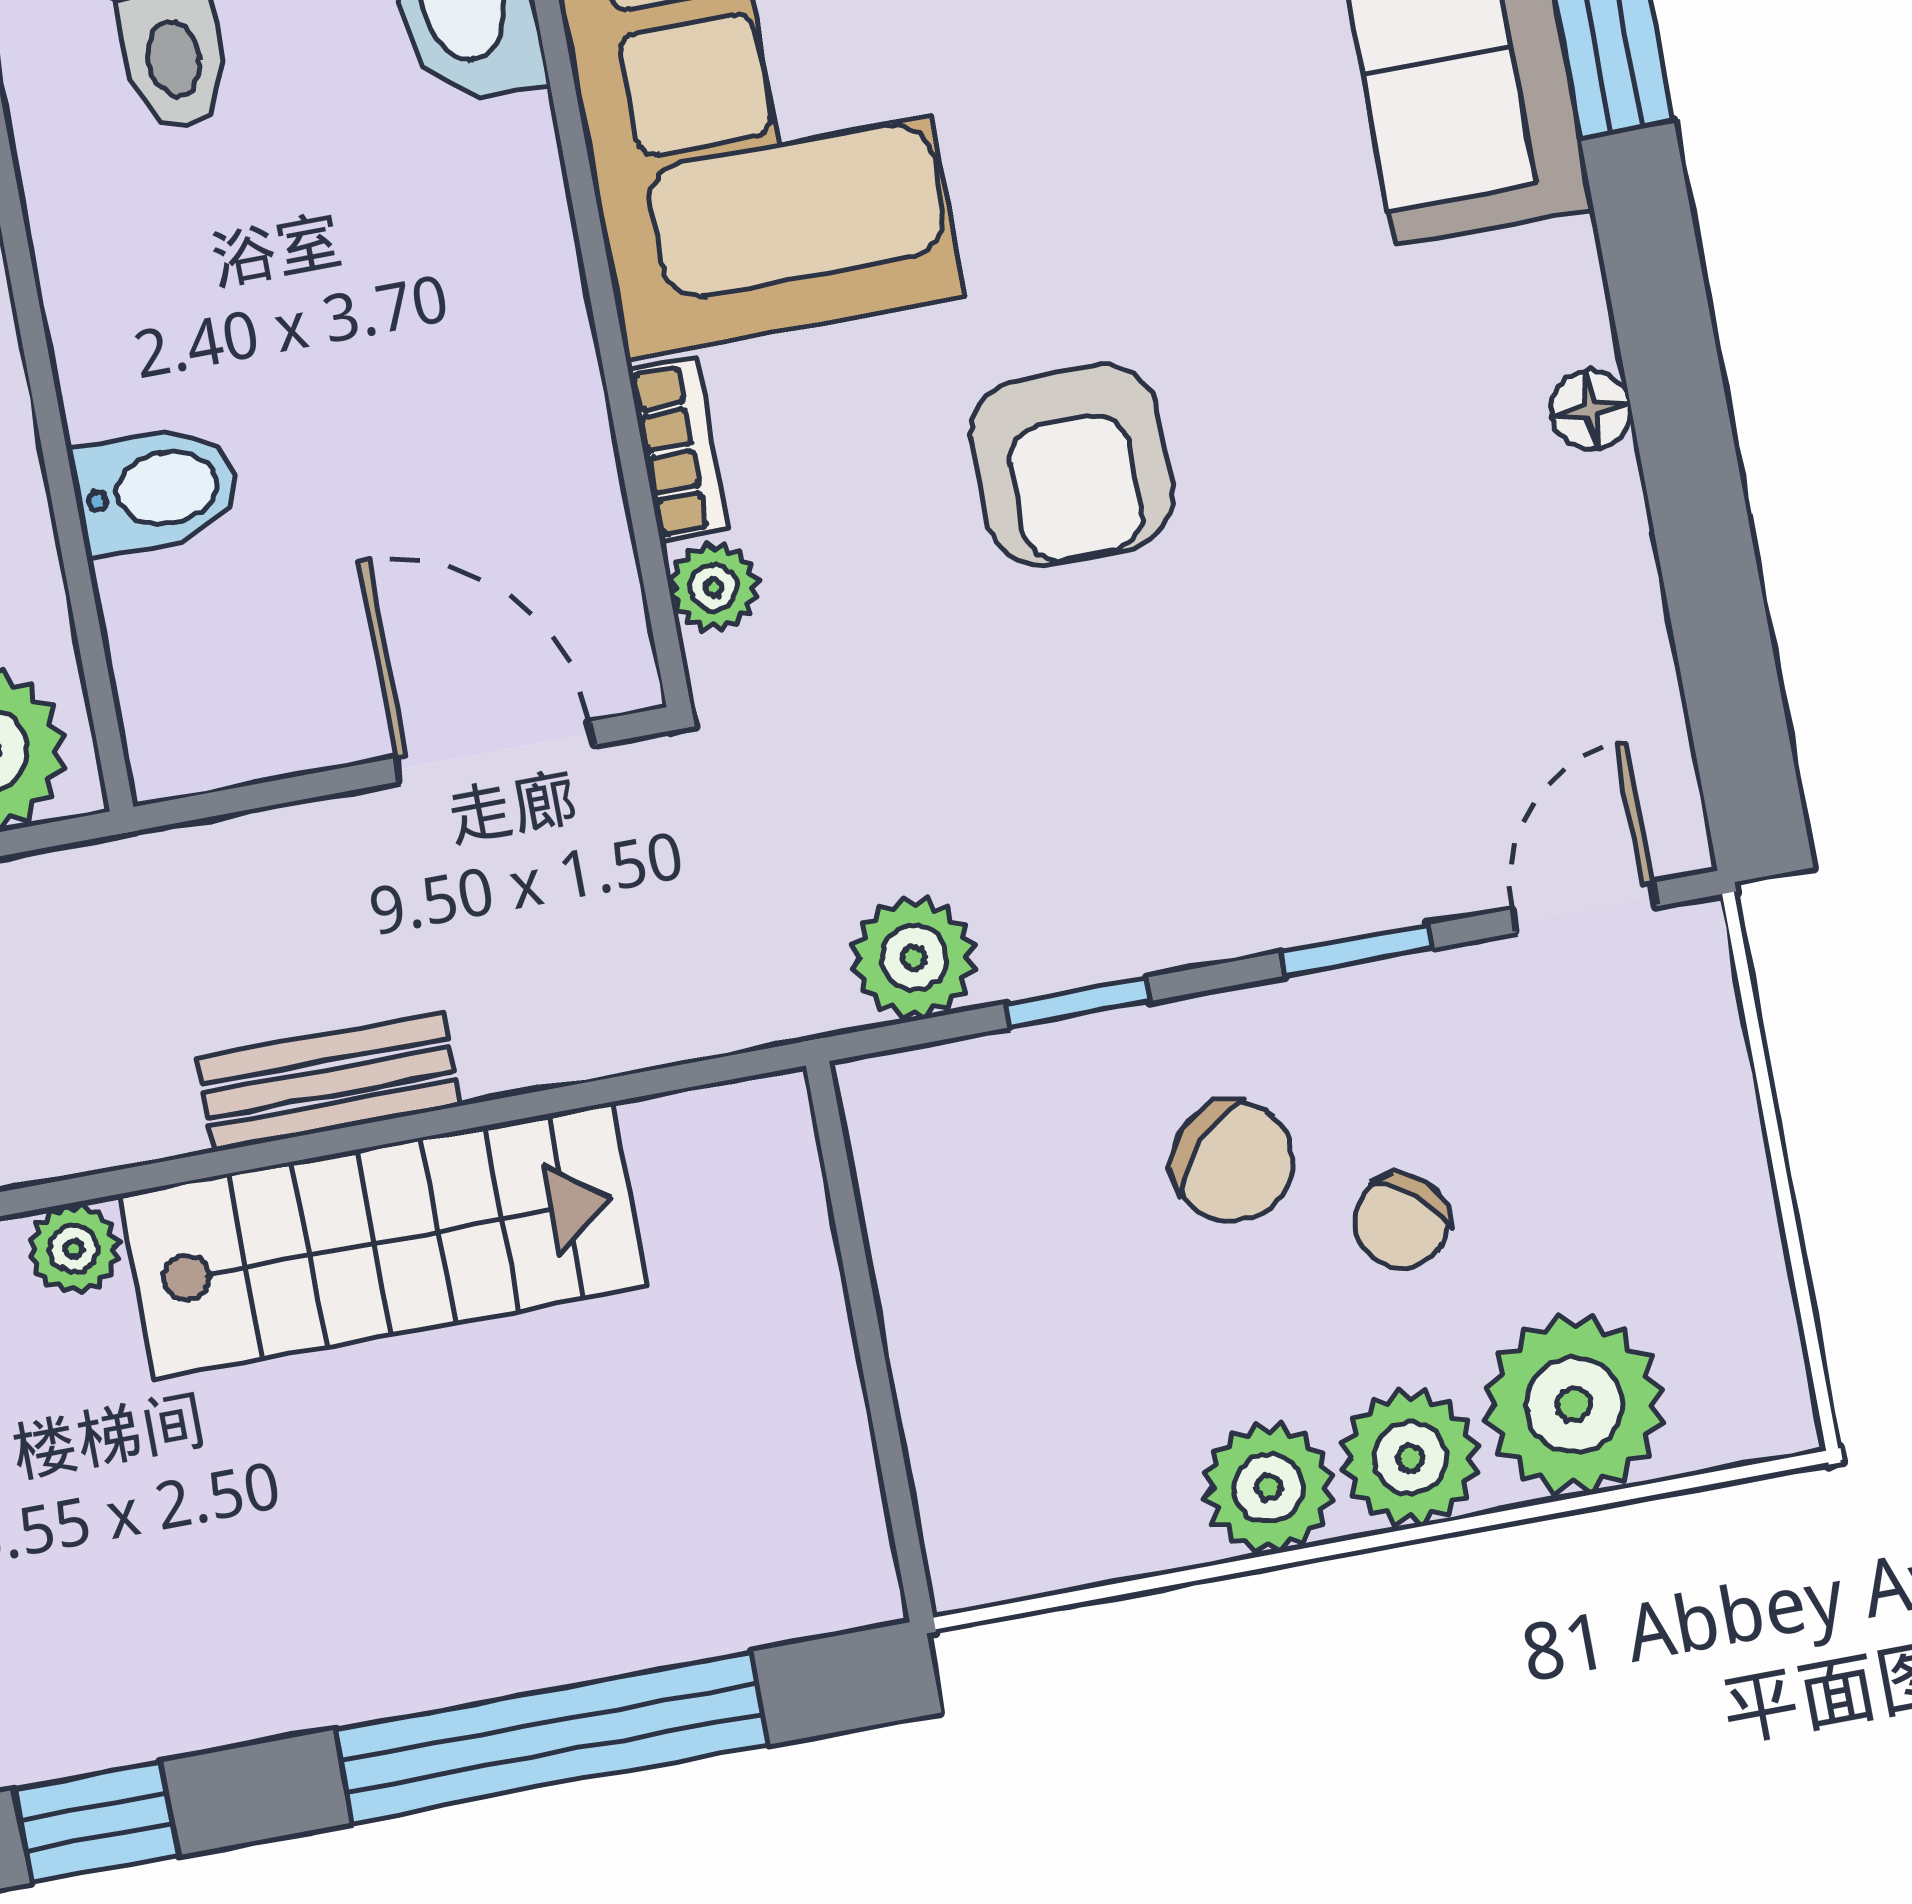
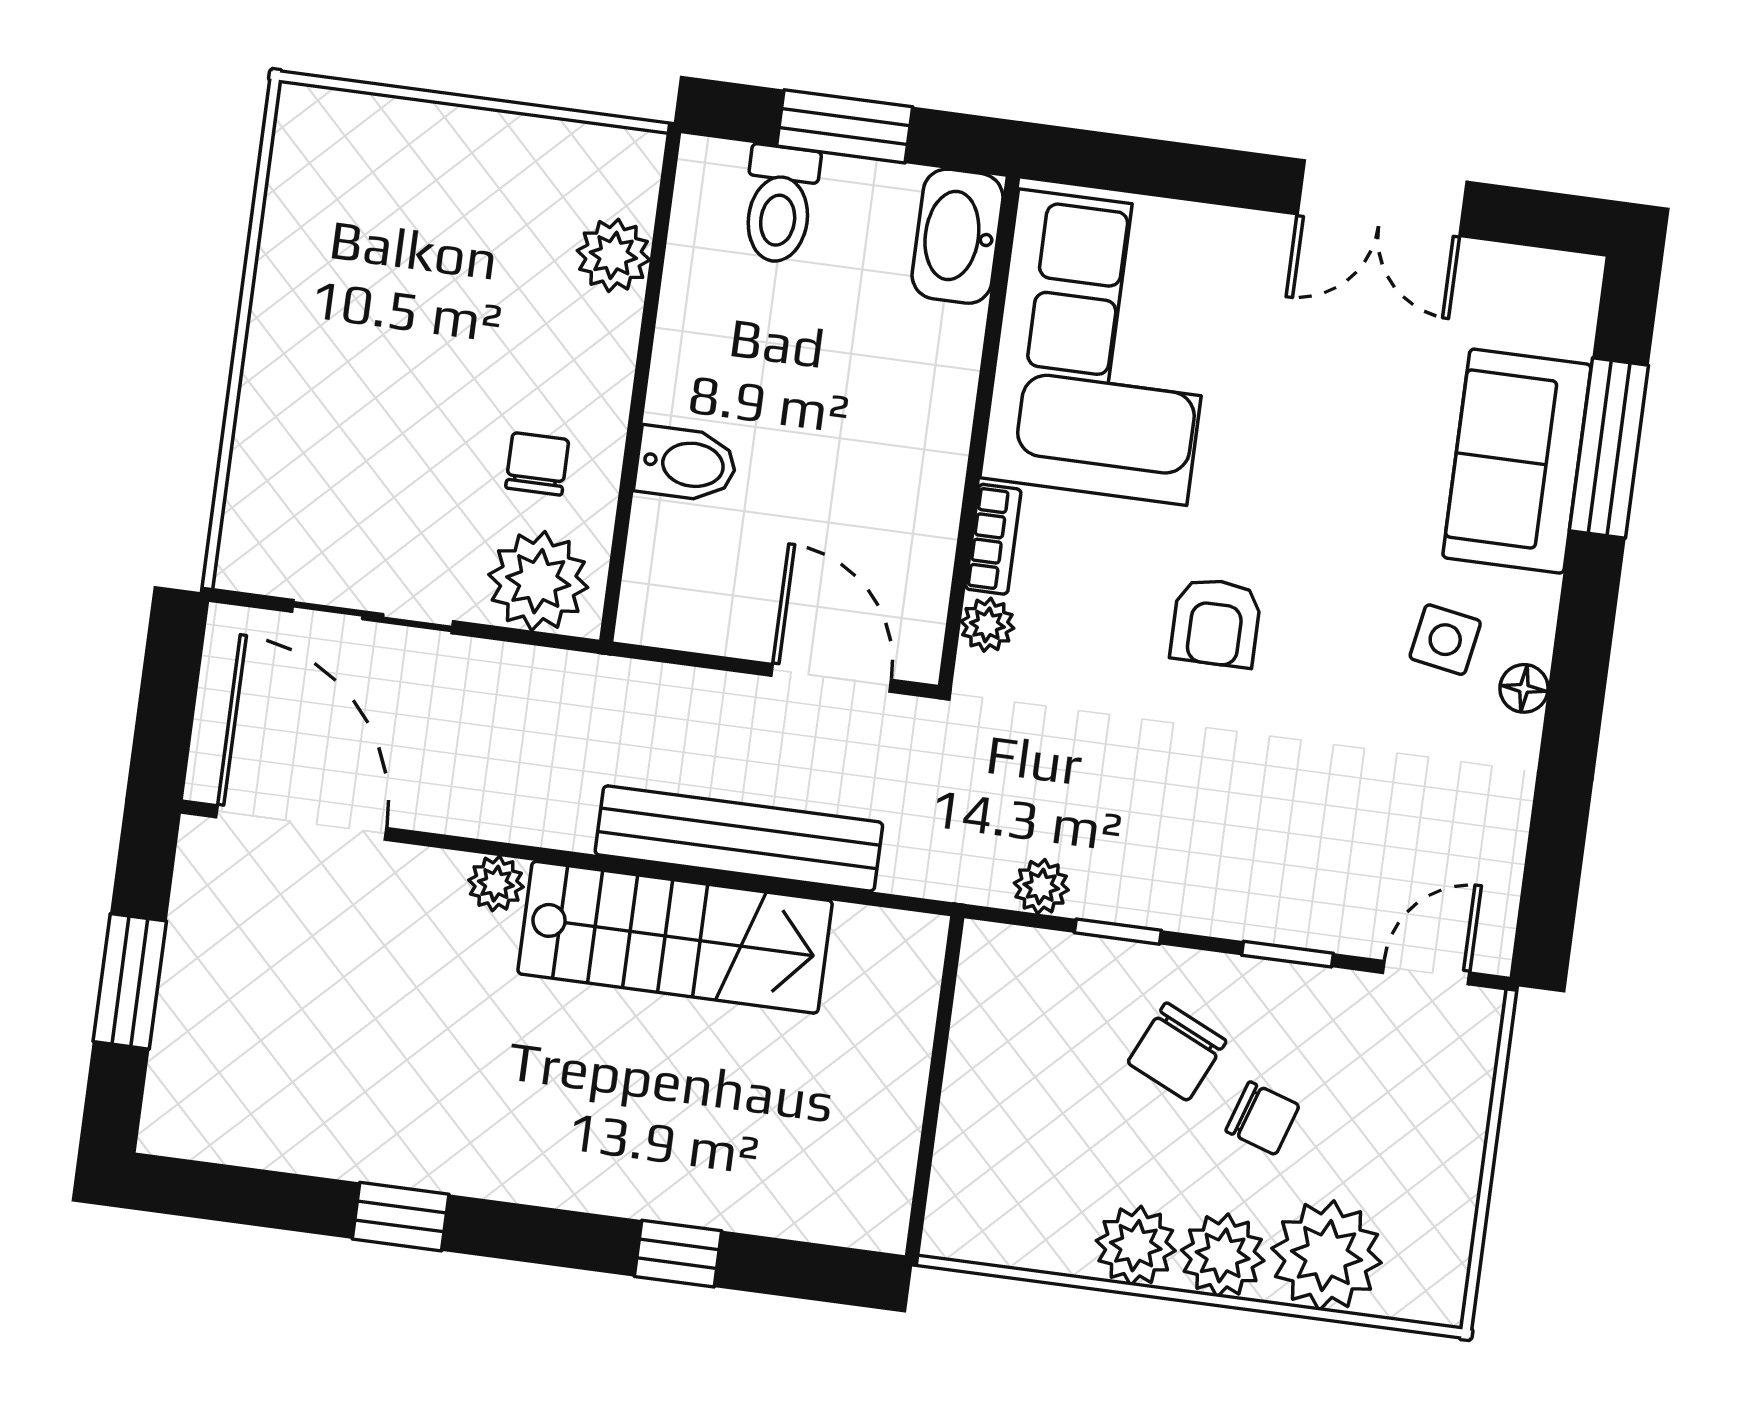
side table: (1442, 374) -> (1445, 640), added
armchair: (1072, 465) -> (1216, 622), width x0.72, depth x0.72
plant: (914, 958) -> (1041, 887), width x0.73, depth x0.73
bench: (329, 1082) -> (739, 838), width x1.86, depth x1.21
chair: (1233, 1161) -> (1177, 1052), turned 71
chair: (1402, 1221) -> (1262, 1118), turned -113
window: (552, 1737) -> (678, 1254), width x0.32

